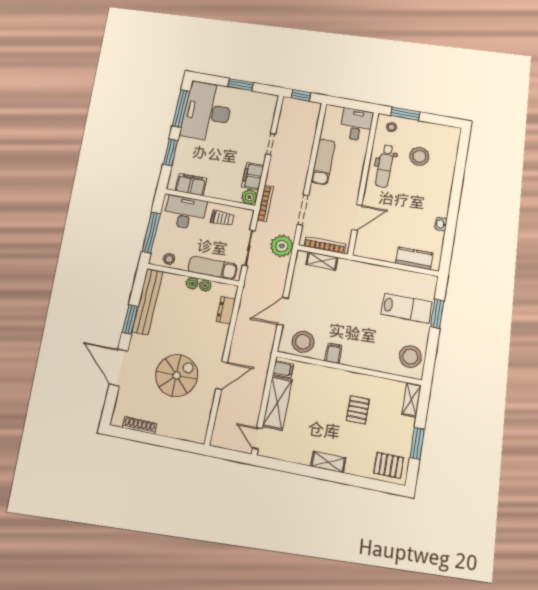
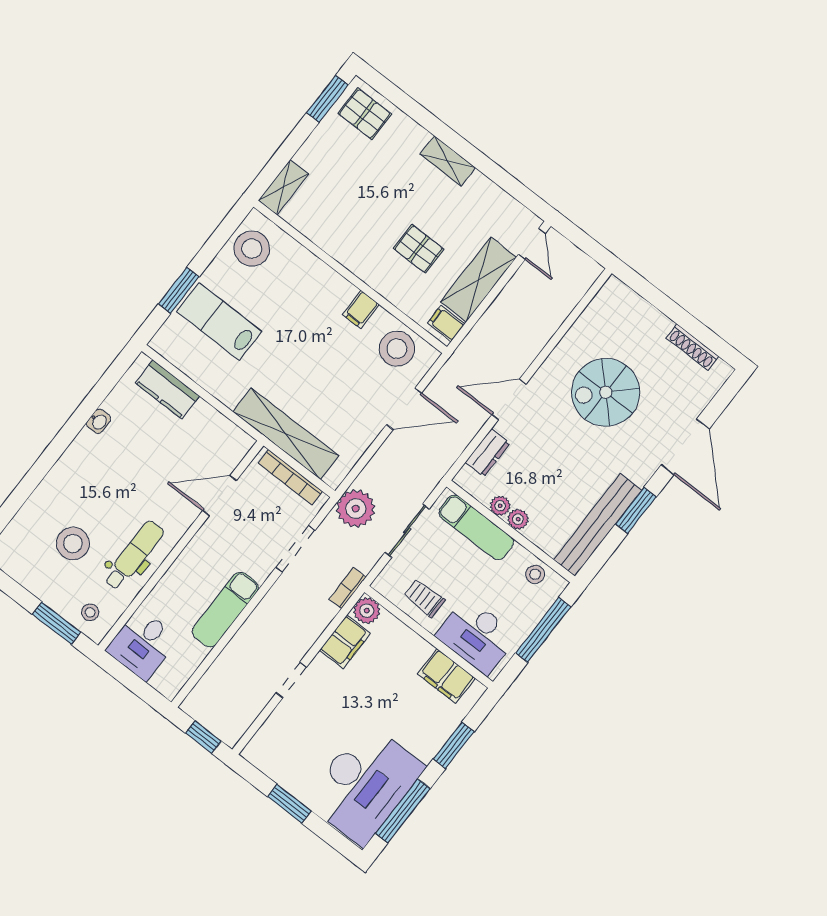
bookcase: (265, 203) -> (347, 588), width x0.64
shelving: (322, 261) -> (286, 434), width x2.20, depth x1.33
door: (222, 375) -> (509, 399), moved
pallet: (358, 410) -> (419, 249), moved, turned 90
window: (417, 443) -> (327, 99), moved

